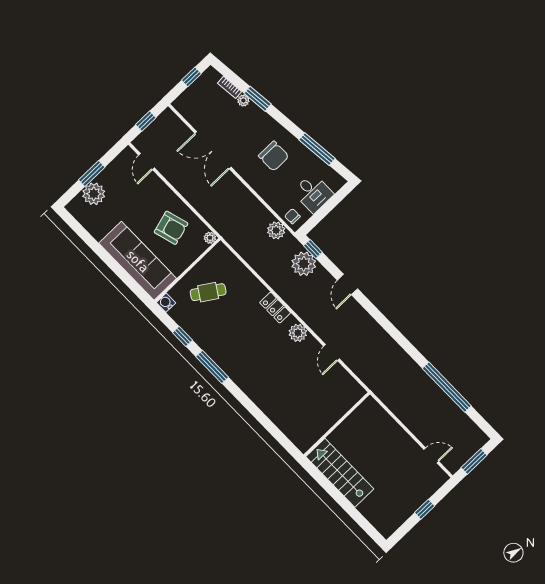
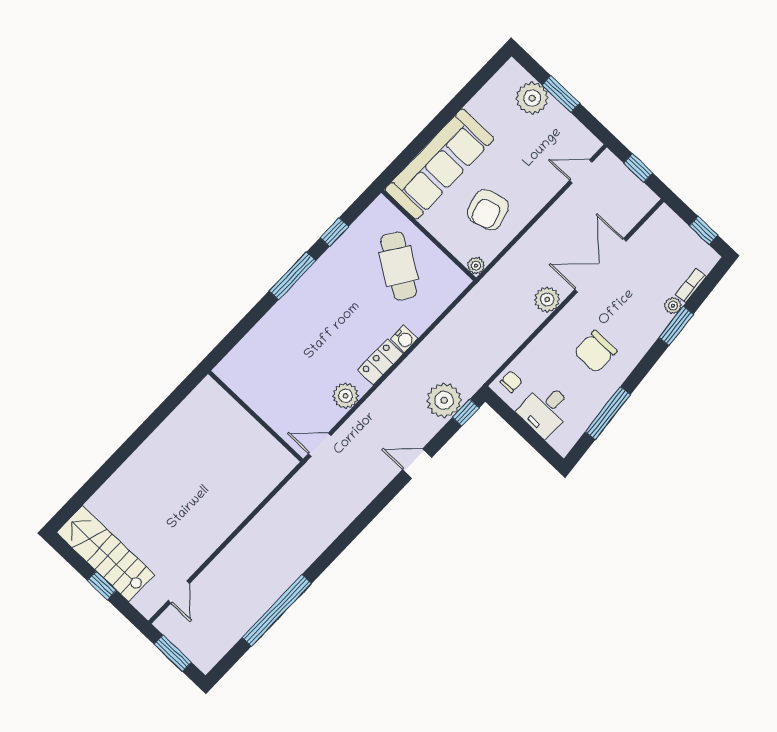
plant: (276, 230) -> (547, 300), moved
cafe table: (208, 292) -> (399, 266), width x1.37, depth x1.35
water cooler: (166, 303) -> (404, 339), moved, turned 90
wall: (337, 424) -> (256, 416), moved
stairs: (340, 473) -> (106, 554), moved, turned -90

